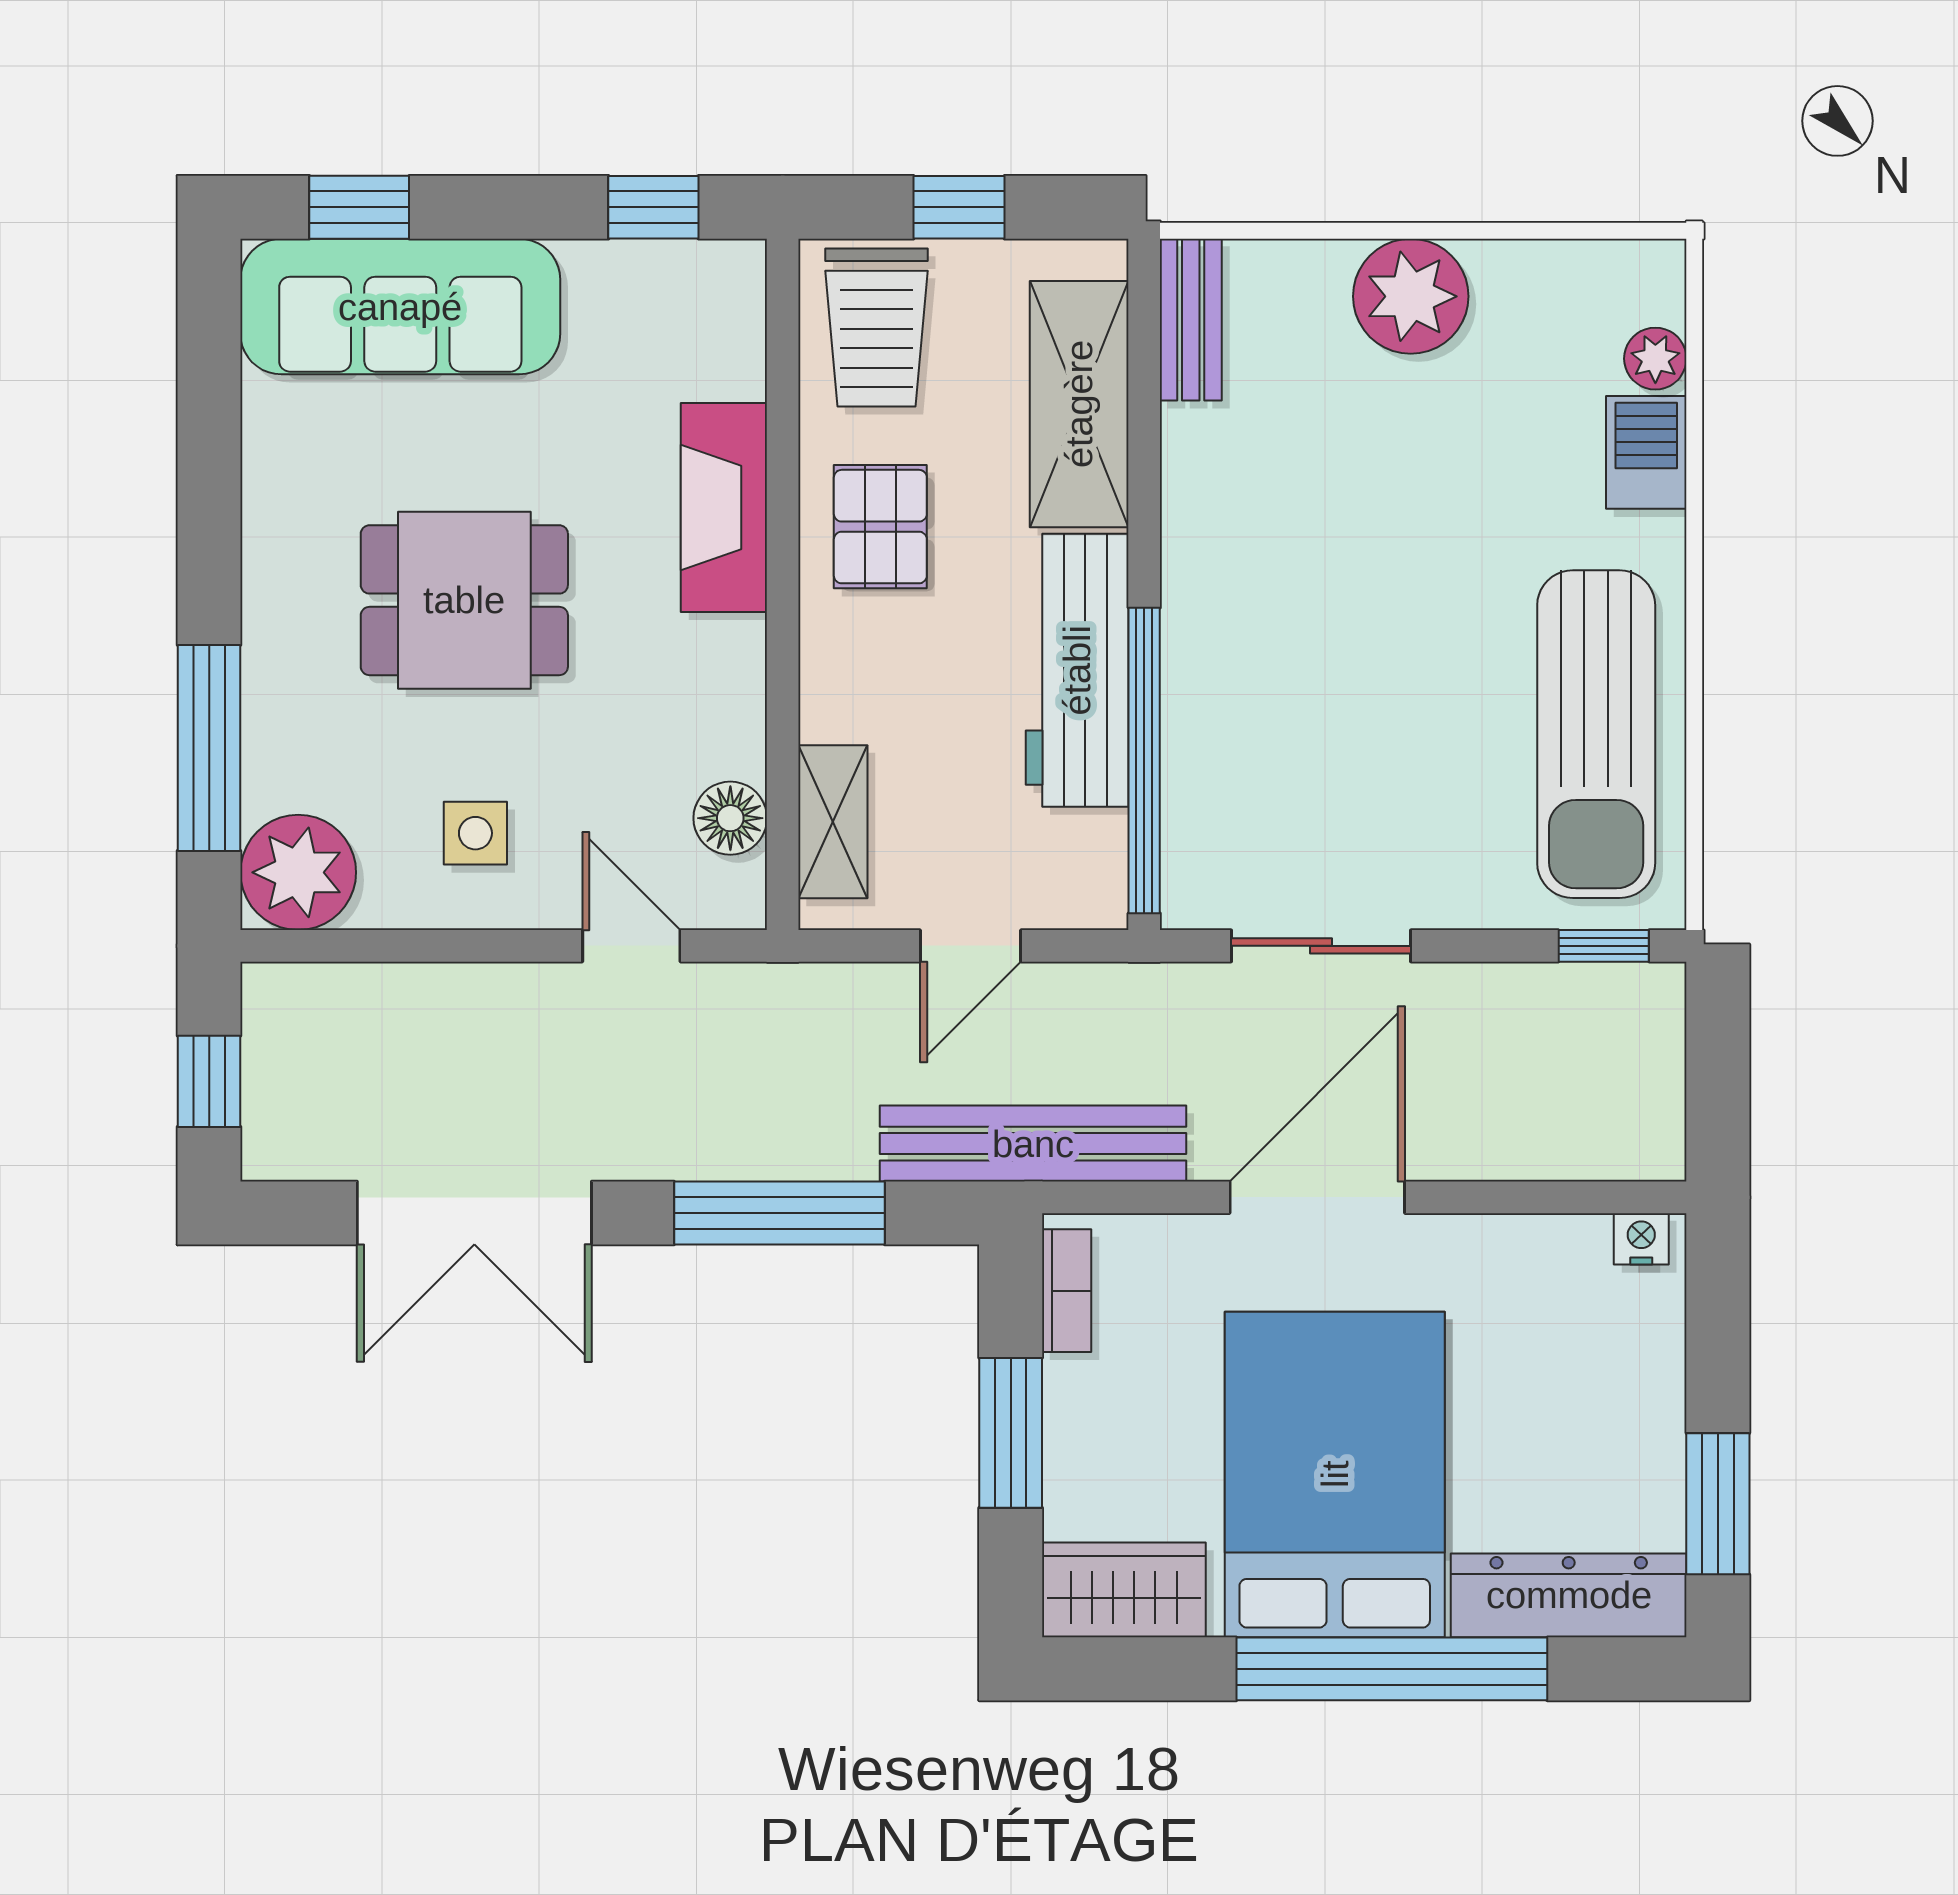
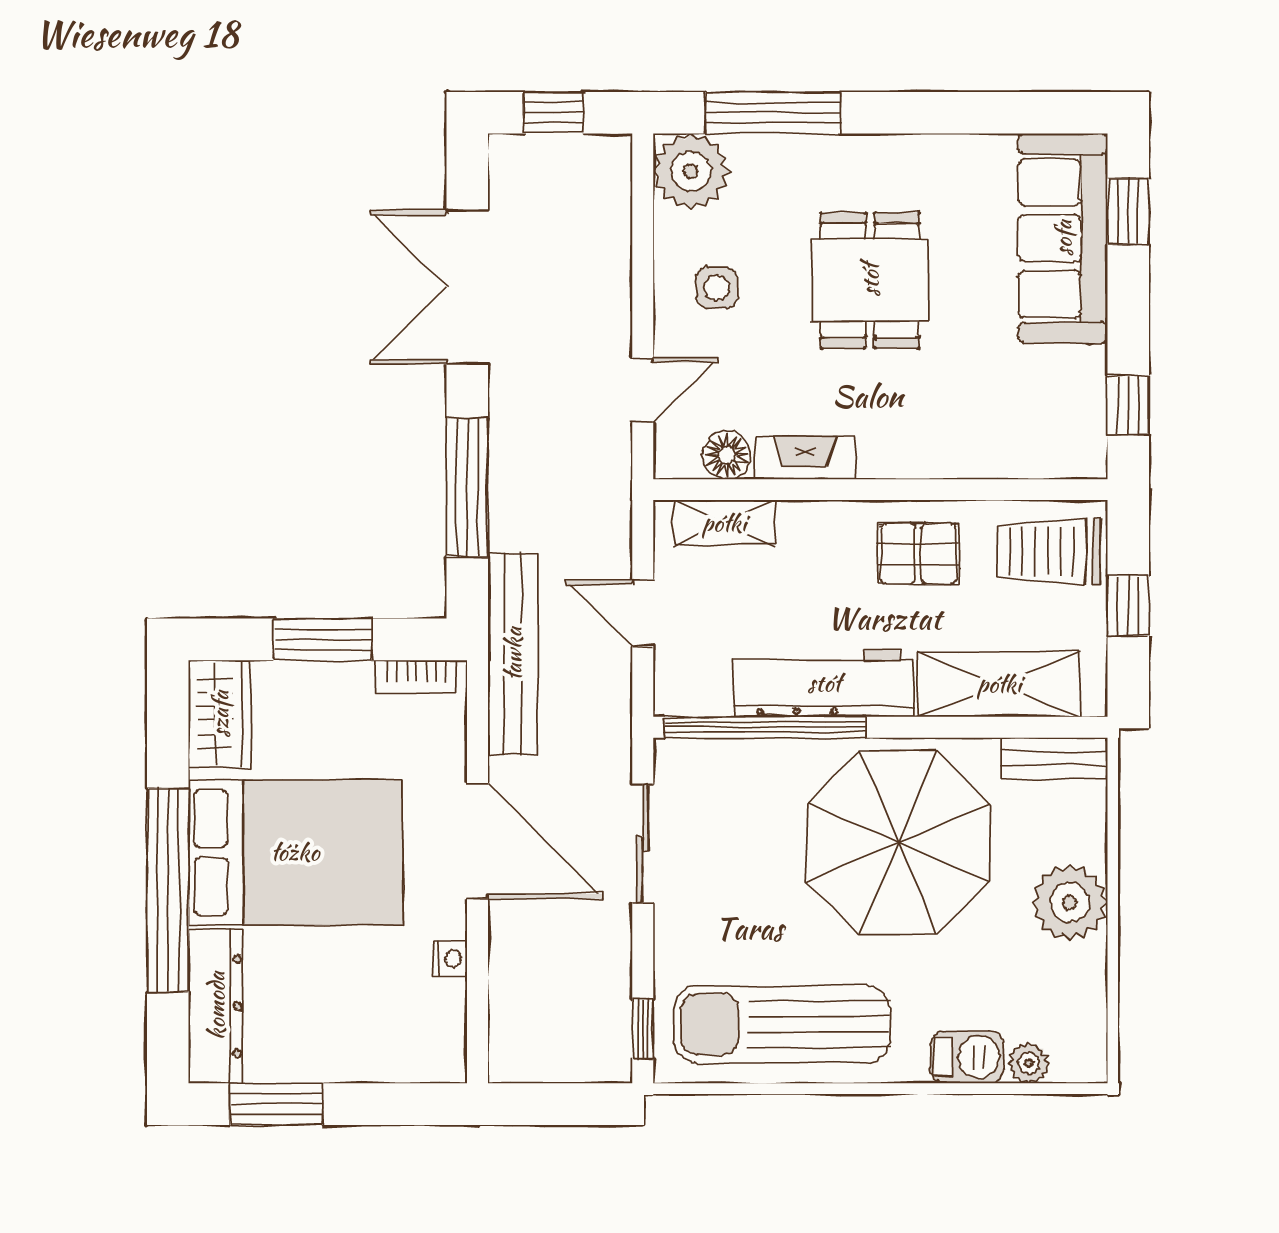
fireplace: (724, 508) -> (805, 458), moved, width x0.73, depth x0.76
parasol: (1320, 557) -> (898, 842), added
nightstand: (1641, 1239) -> (450, 959), moved

